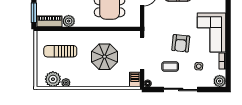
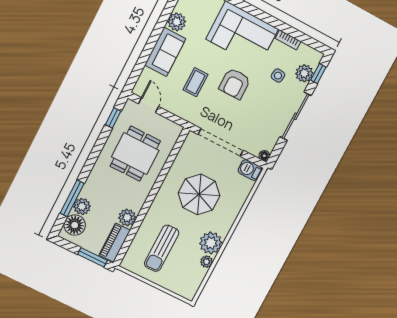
armchair: (181, 43) -> (235, 84), turned 84
coffee table: (170, 66) -> (195, 82), moved
plant: (53, 79) -> (211, 243), moved
plant: (220, 81) -> (304, 73), moved
window: (212, 89) -> (318, 74), added

